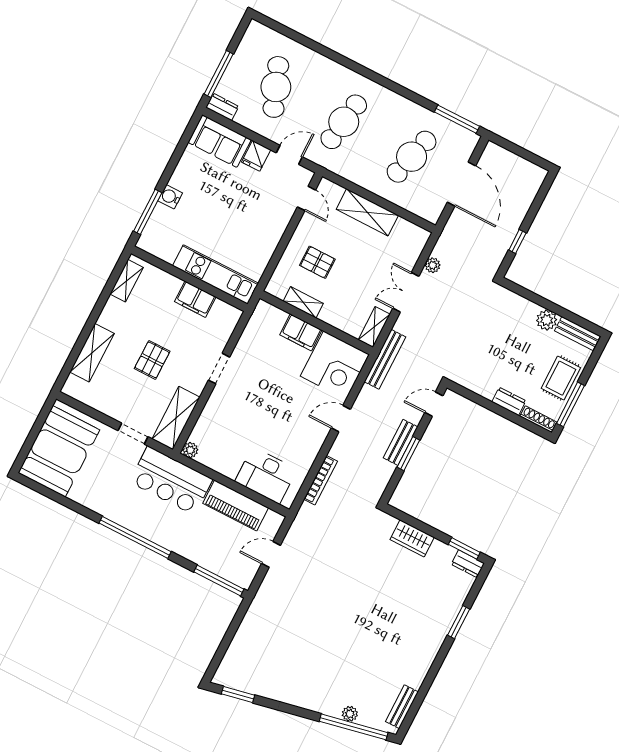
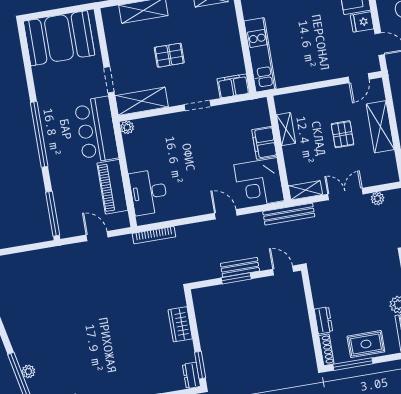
pallet: (317, 262) -> (343, 134), moved
filing cabinet: (195, 299) -> (233, 86), moved, turned 90
bookcase: (321, 480) -> (154, 235), moved

